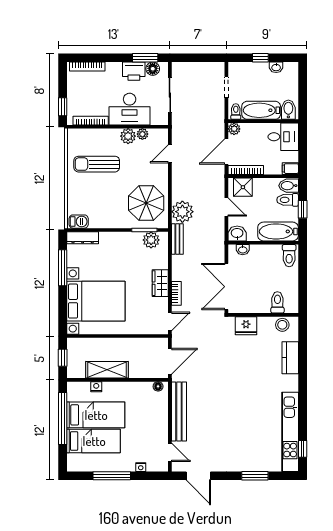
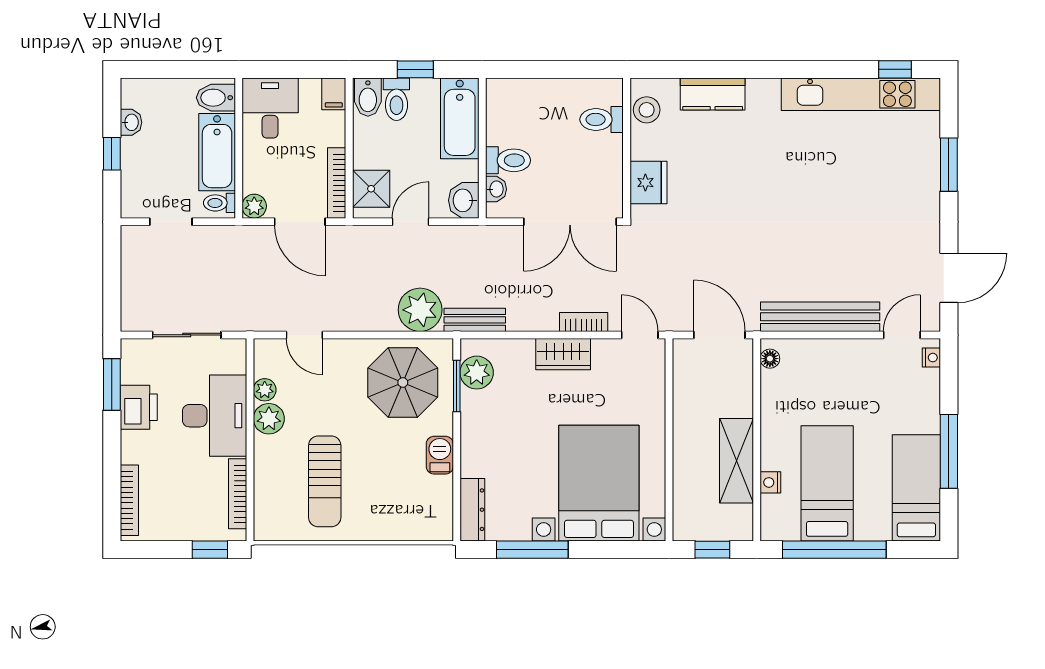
floor lamp: (153, 69) -> (134, 369), removed
barbecue: (79, 222) -> (440, 455), moved
toilet: (289, 256) -> (508, 160), moved
bed: (94, 441) -> (916, 488), moved
nightstand: (141, 467) -> (931, 358), moved

